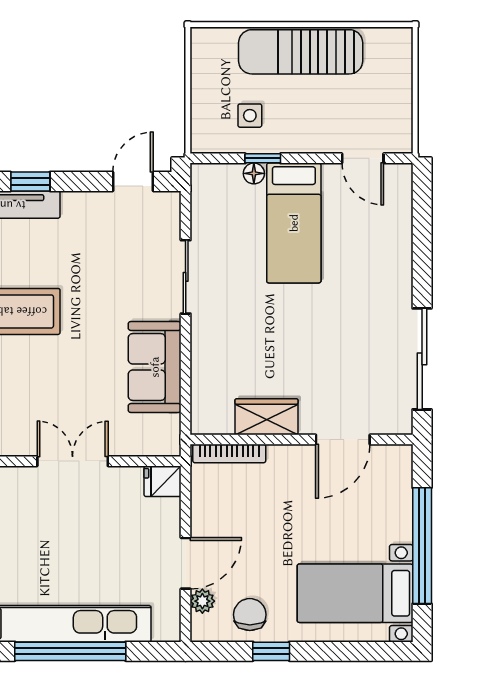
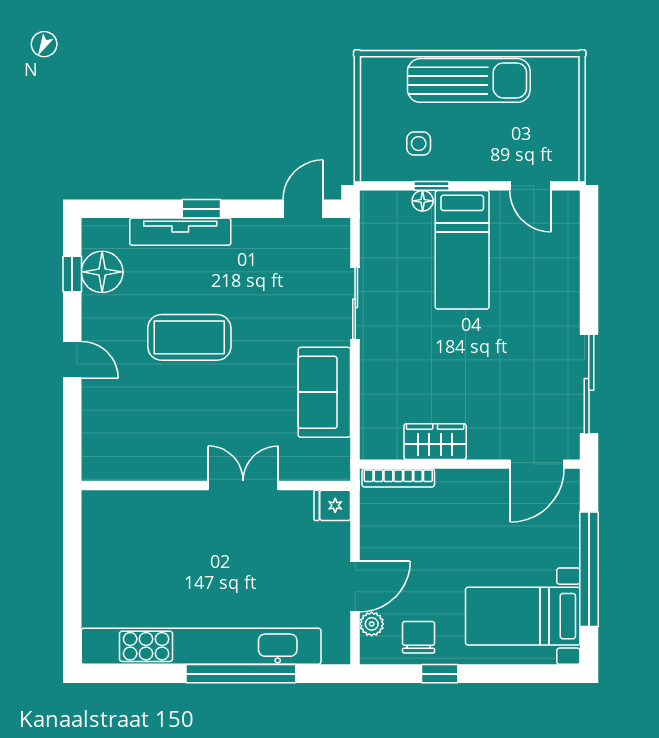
sun lounger: (301, 52) -> (469, 80), turned 180
door: (343, 440) -> (537, 464), moved

